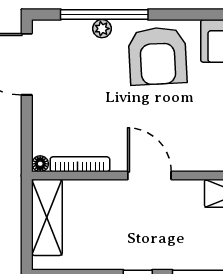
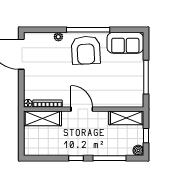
window: (104, 15) -> (88, 30), moved
shelving: (47, 217) -> (42, 118), moved, turned 90

